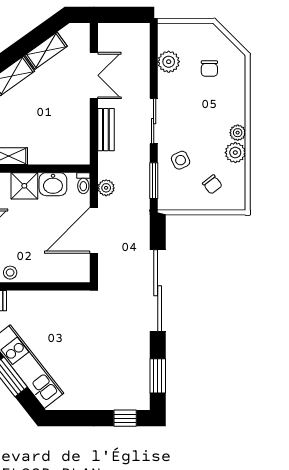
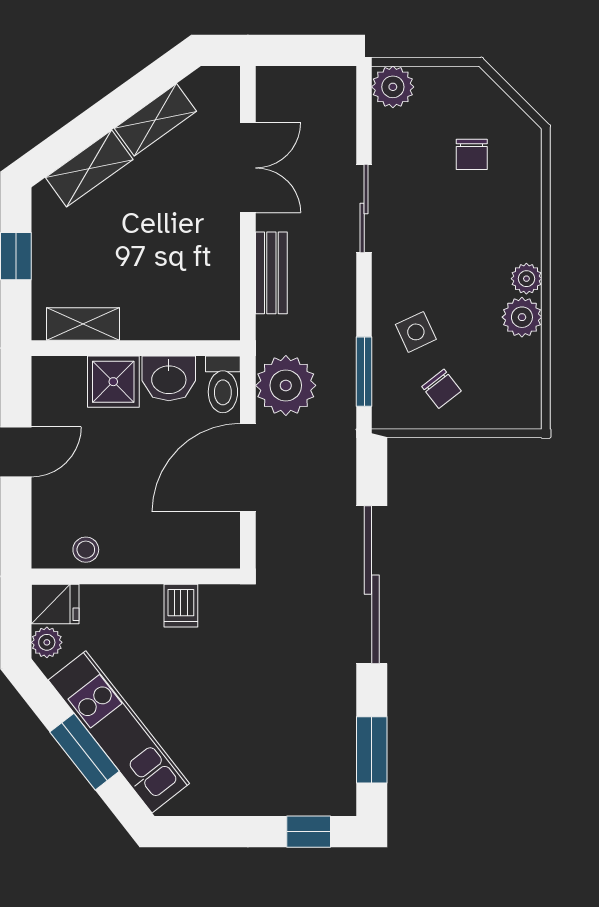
plant: (169, 62) -> (393, 87), moved
sliding door: (154, 121) -> (364, 209), moved
toilet: (83, 183) -> (223, 384), width x1.37, depth x1.39
chair: (212, 184) -> (441, 389), moved
plant: (106, 188) -> (286, 385), width x1.87, depth x1.87
dishwasher: (59, 301) -> (181, 606), added

